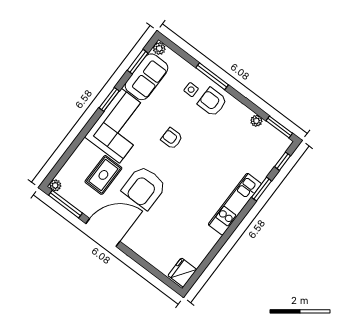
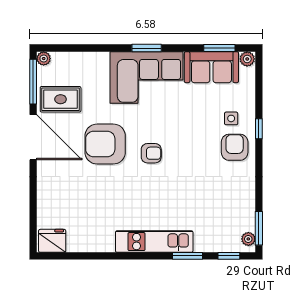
window: (212, 76) -> (259, 129), width x0.46
window: (109, 99) -> (147, 48), moved
plant: (256, 121) -> (248, 239), moved
armchair: (172, 138) -> (151, 153), moved, turned 90
rug: (103, 175) -> (61, 99), moved

